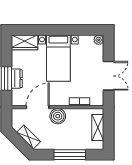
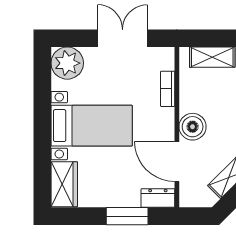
plant: (99, 40) -> (67, 63), width x1.88, depth x1.88
dresser: (17, 79) -> (158, 198), moved

